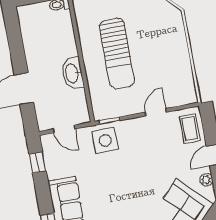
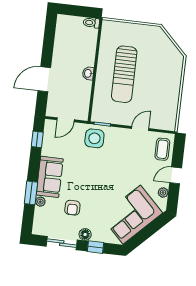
washbasin: (72, 73) -> (88, 73), width x0.52, depth x0.69
door: (64, 129) -> (66, 120), hinge flipped

